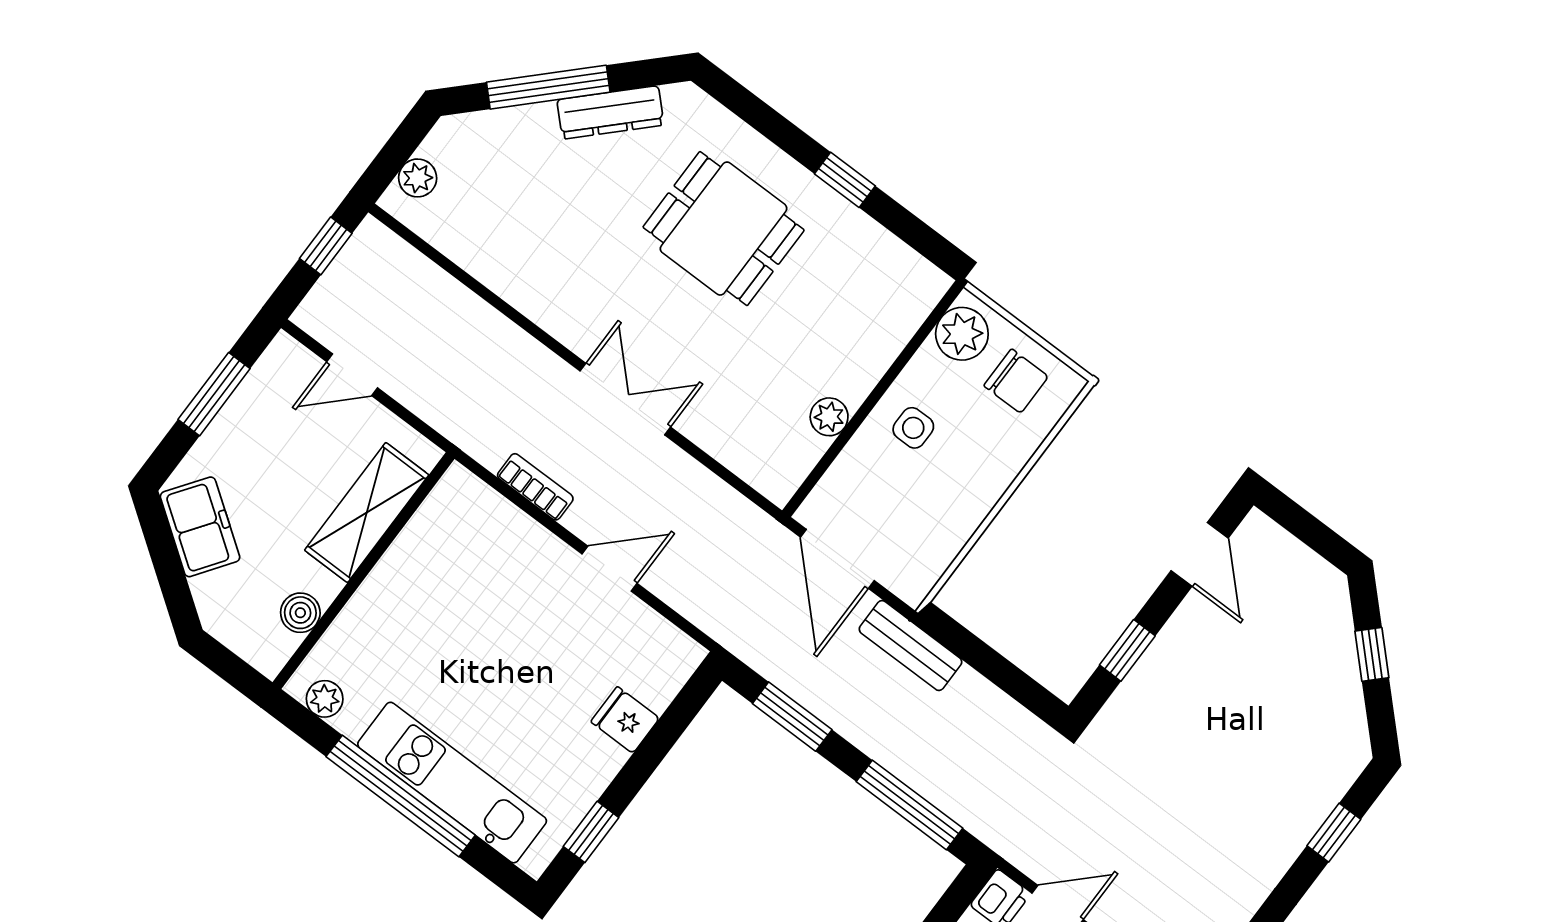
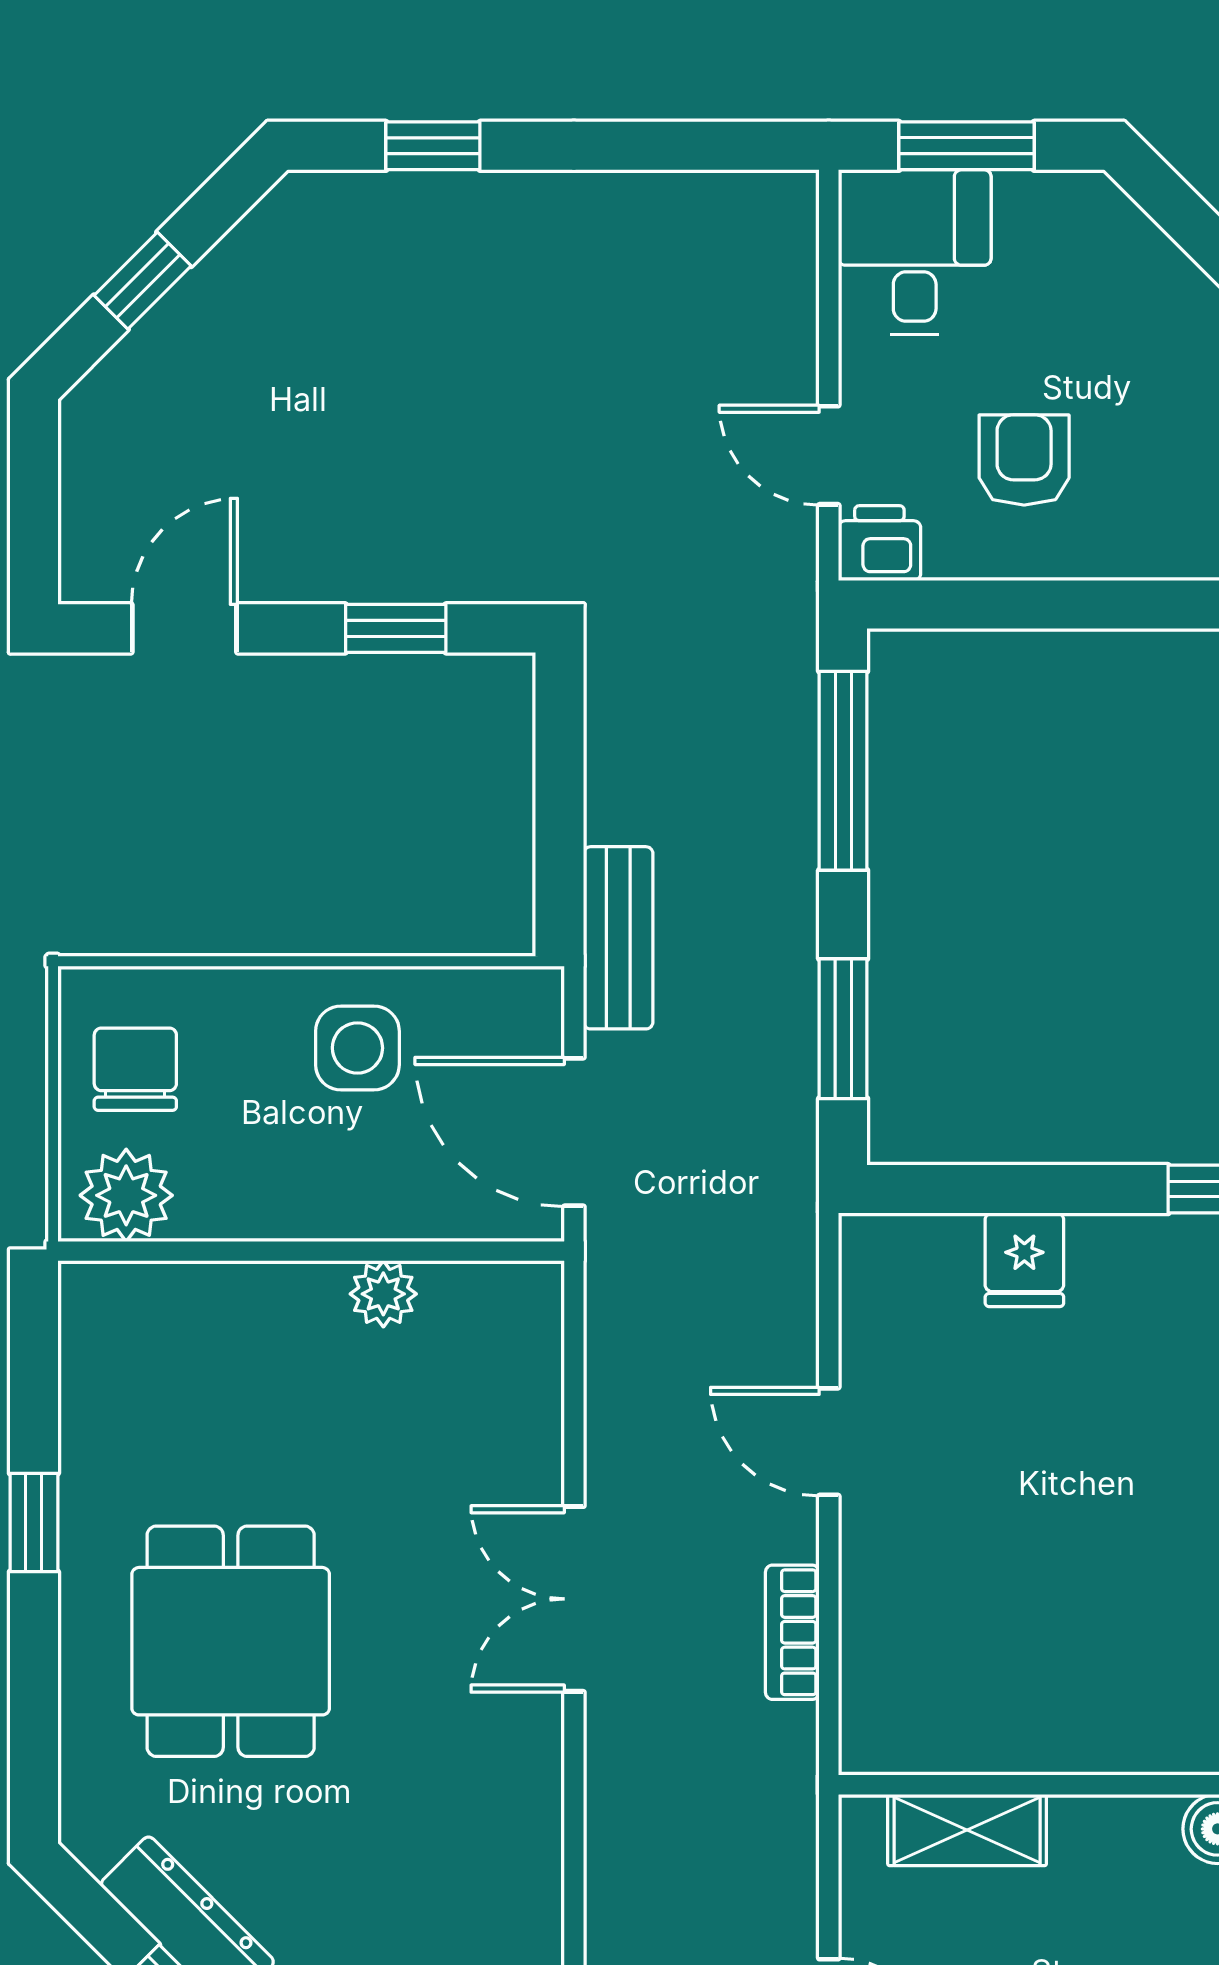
side table: (913, 428) -> (357, 1048), moved, width x1.37, depth x1.37
shelving: (367, 513) -> (967, 1830), width x0.67, depth x0.75
door: (837, 559) -> (574, 1132), swing flipped

